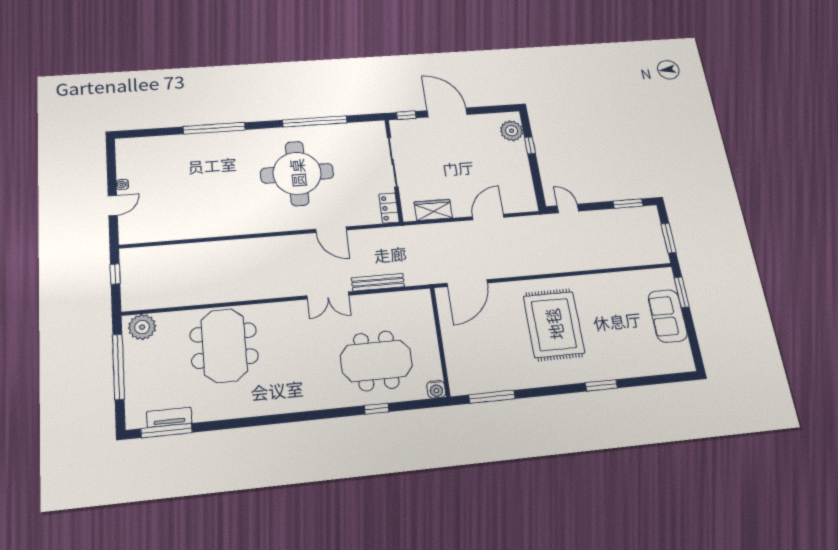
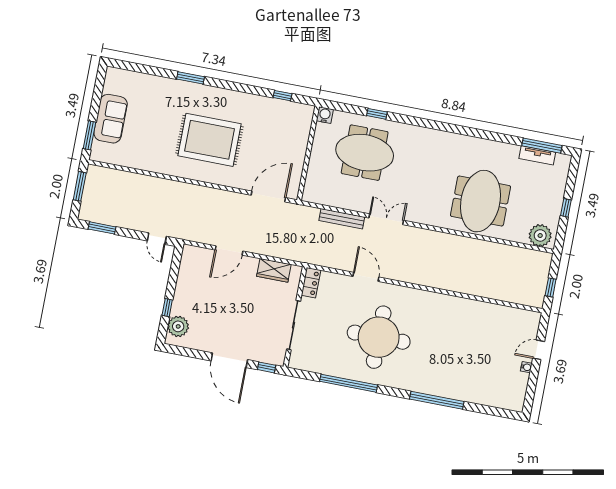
rug: (554, 324) -> (210, 140), turned 90
window: (118, 367) -> (566, 208), width x0.32
window: (492, 397) -> (283, 96), width x0.46

